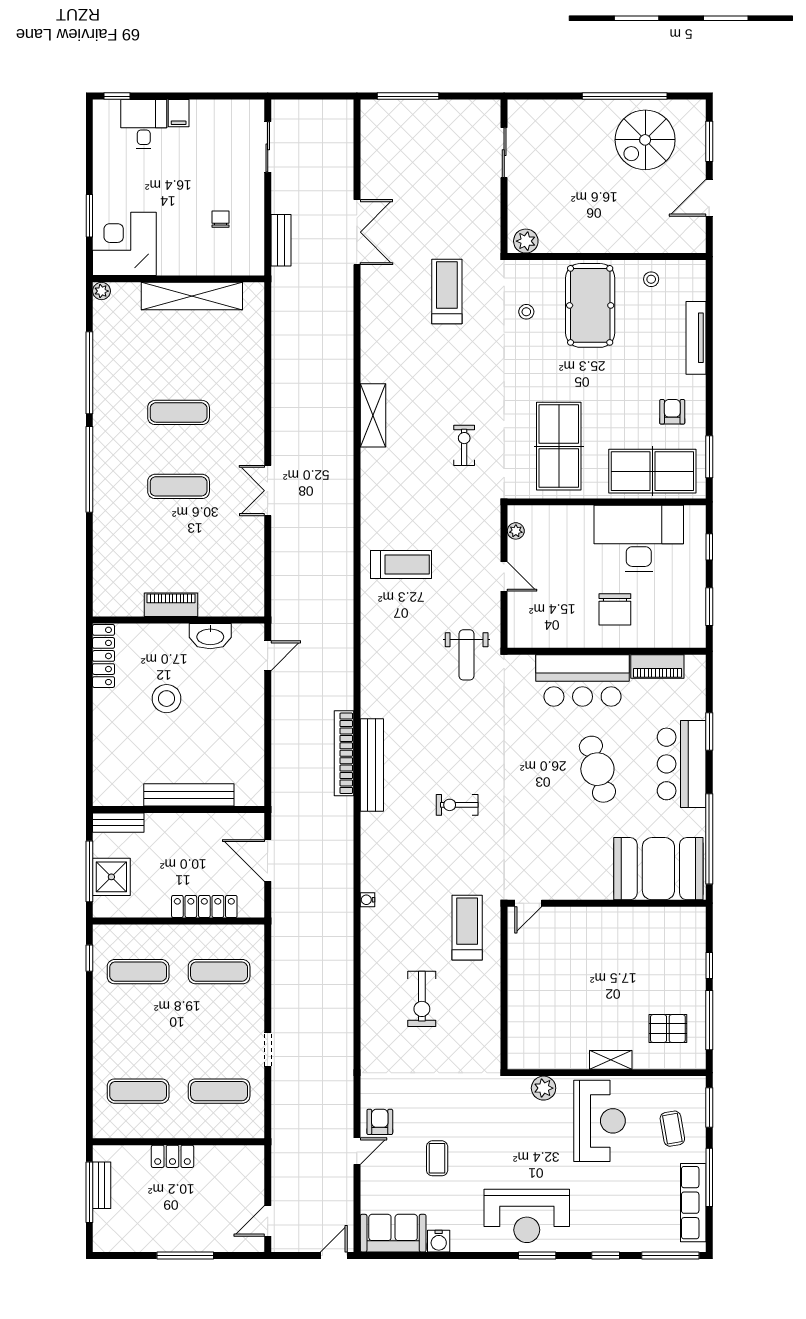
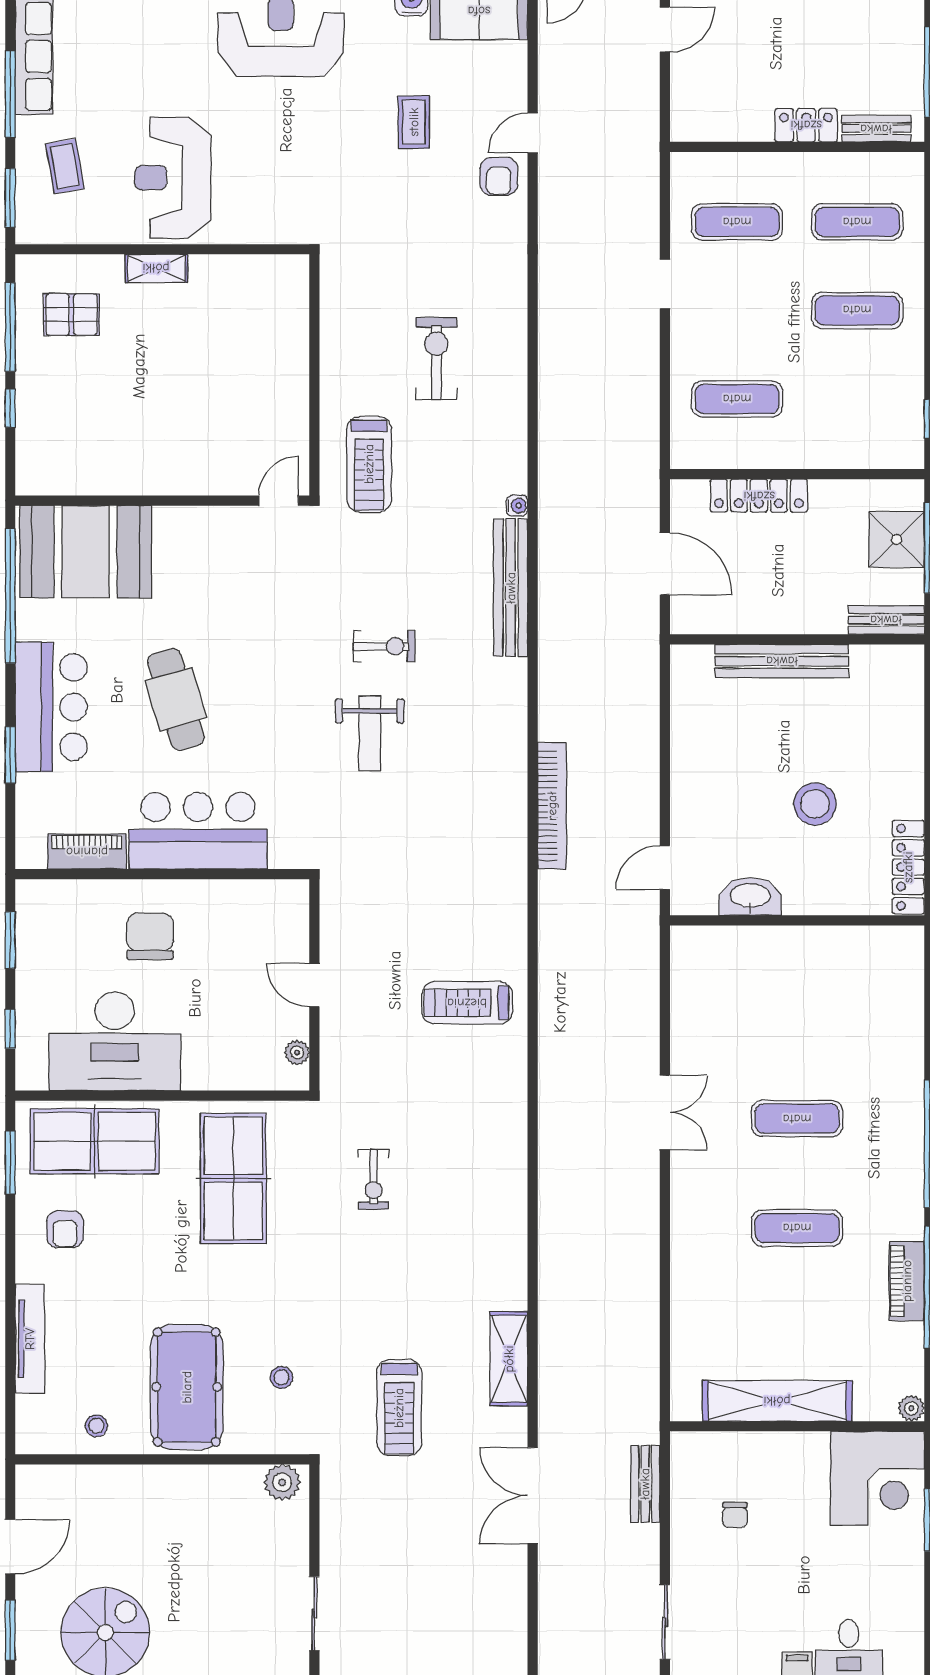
shelving: (373, 415) -> (509, 1359), moved
piano: (171, 605) -> (907, 1281), moved, turned 90
weight bench: (467, 655) -> (370, 734), moved, turned 180
bookcase: (344, 753) -> (552, 806), moved
bench: (372, 765) -> (511, 588), moved
exercise mat: (138, 972) -> (857, 310), moved
plant: (544, 1088) -> (256, 226), removed
bench: (102, 1185) -> (876, 129), moved, turned 90

